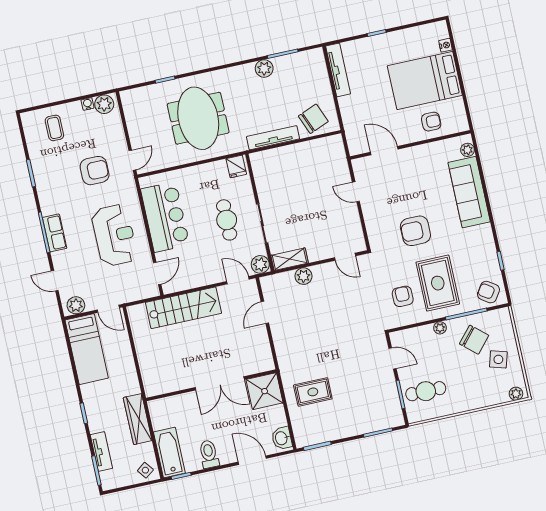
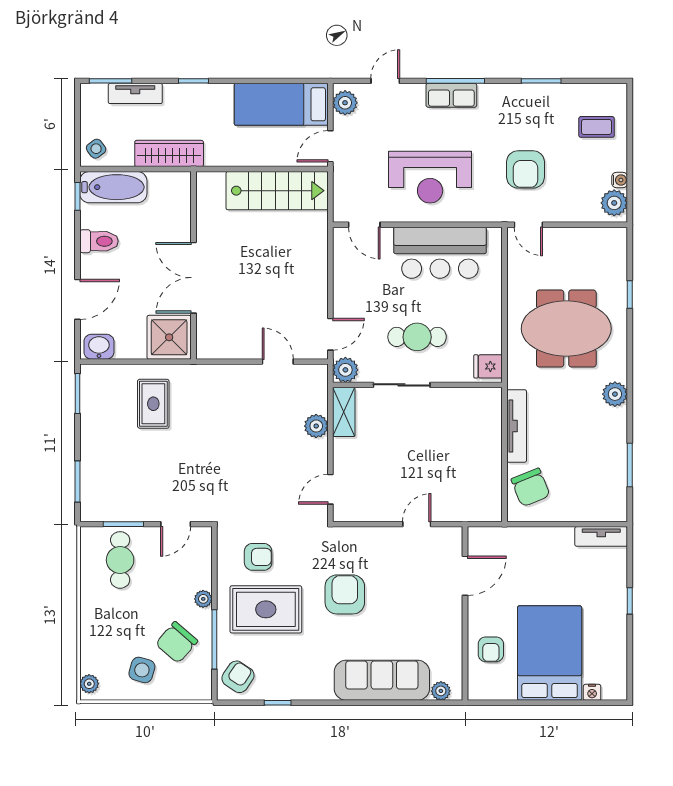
plant: (264, 68) -> (615, 394), moved
tv unit: (338, 70) -> (601, 536), width x0.71
stairs: (183, 308) -> (277, 191), moved, turned -90

